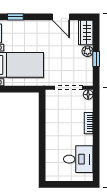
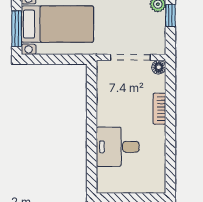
desk: (78, 159) -> (118, 147), moved, turned 180

